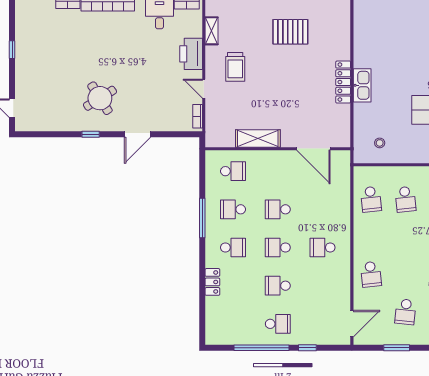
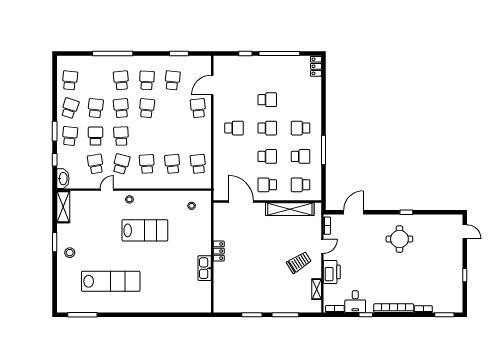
pallet: (290, 32) -> (258, 288), removed
trolley: (235, 67) -> (299, 262), turned 58
locker: (343, 82) -> (219, 251), width x0.66
kitchen sink: (362, 85) -> (205, 268), moved
door: (204, 89) -> (322, 246), hinge flipped
round table: (100, 98) -> (399, 239), turned 32
door: (138, 134) -> (354, 212), moved
shelving: (258, 138) -> (290, 209), width x1.47
locker: (212, 282) -> (316, 66), moved
school desk: (278, 324) -> (267, 185), moved
door: (352, 324) -> (212, 85), moved

